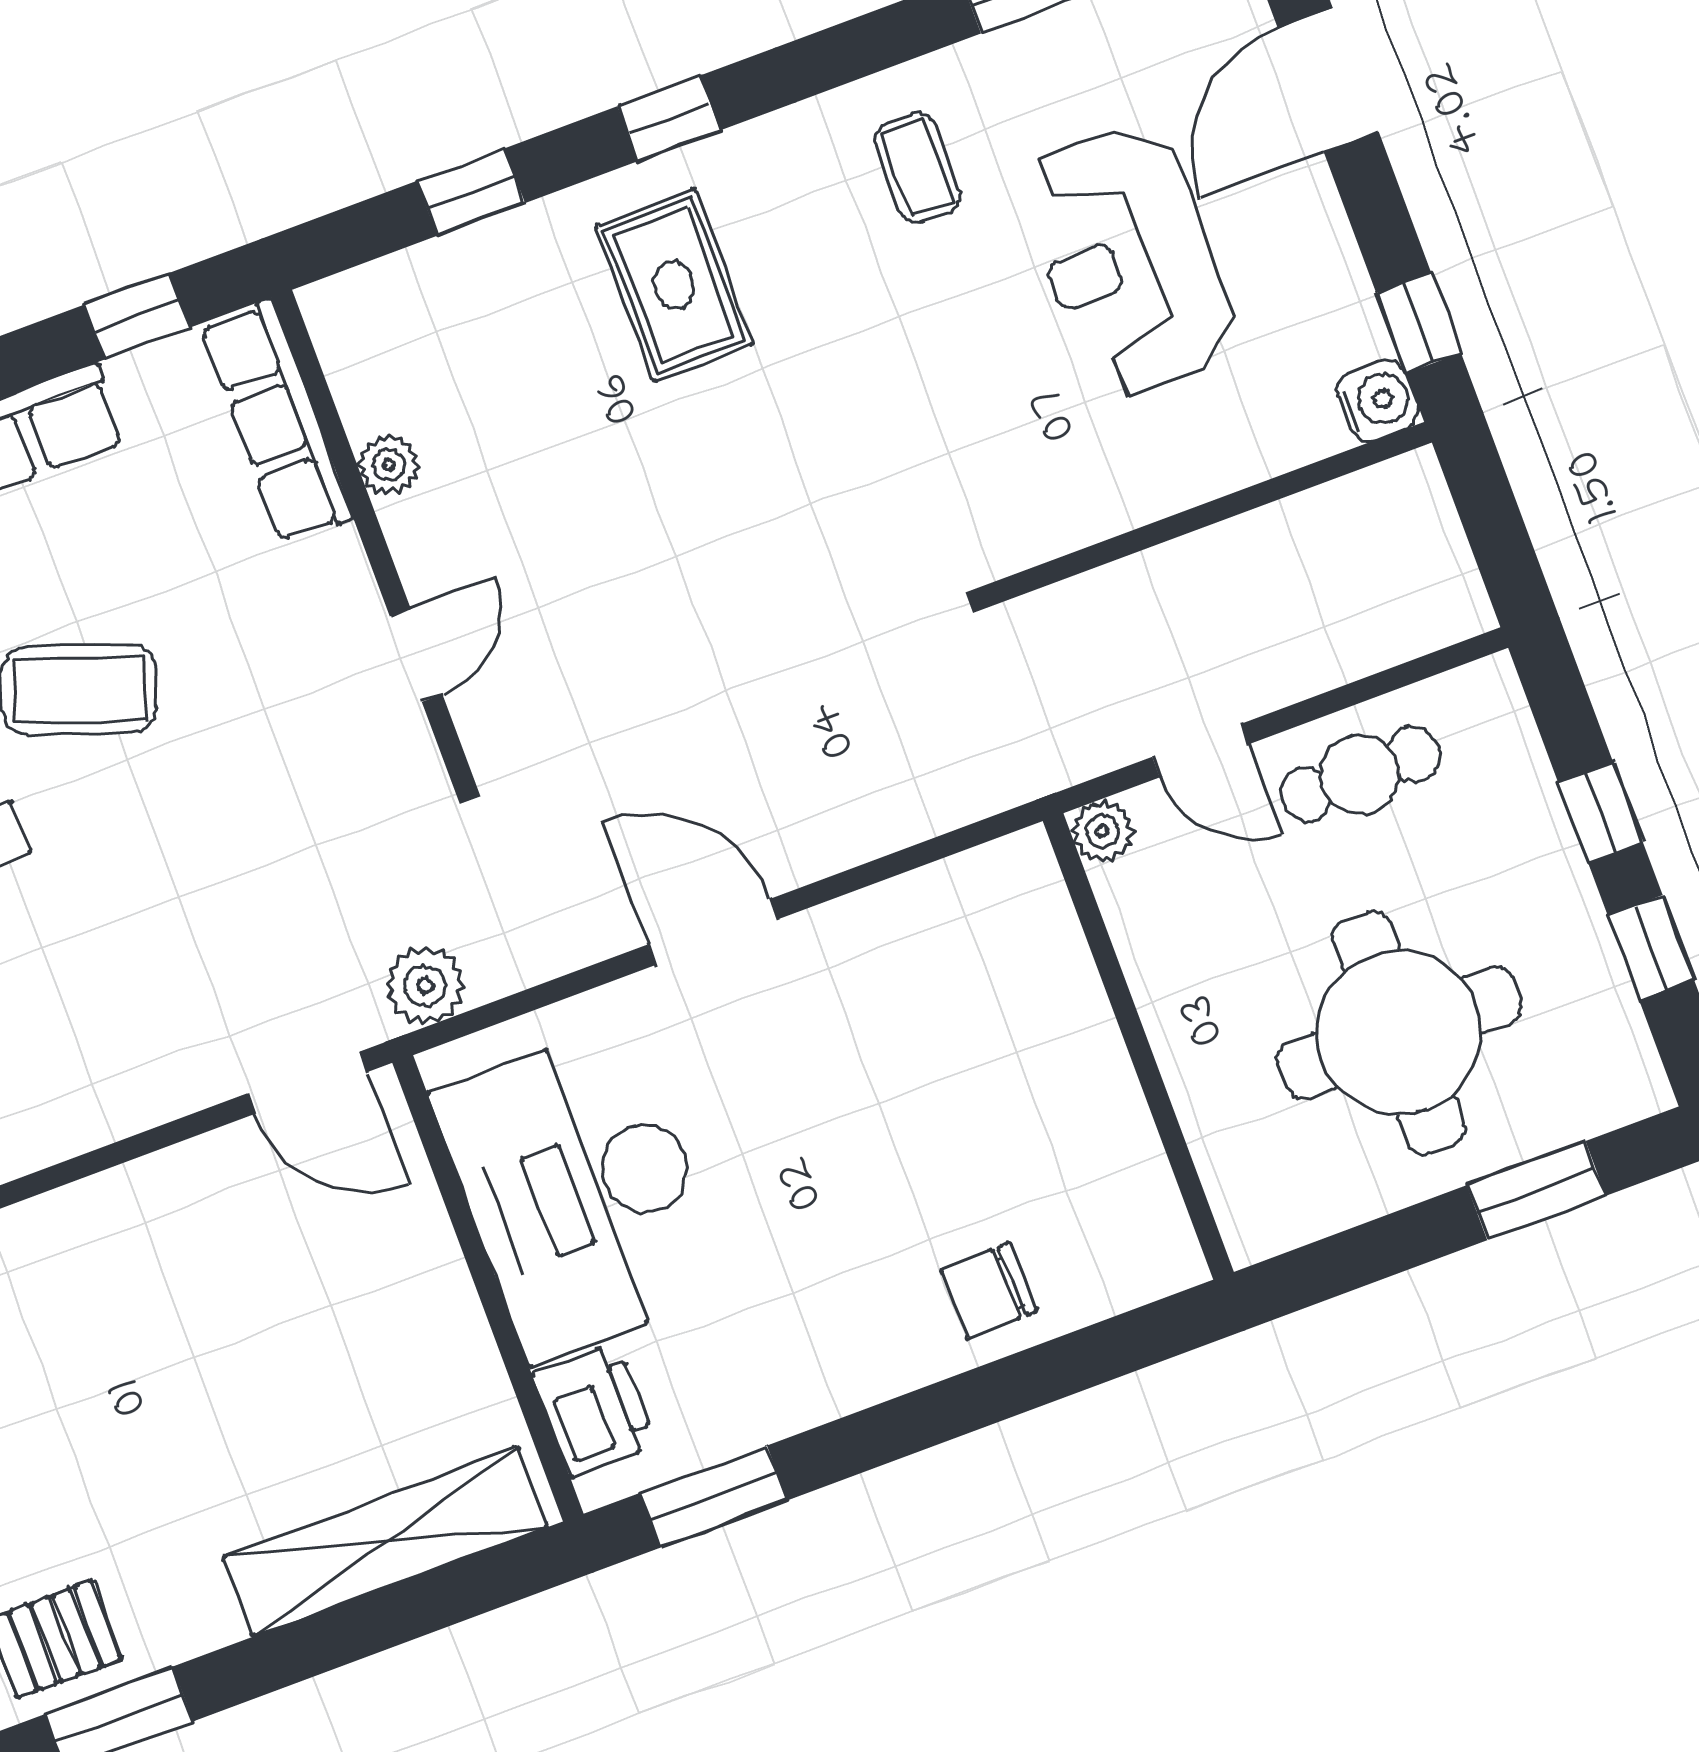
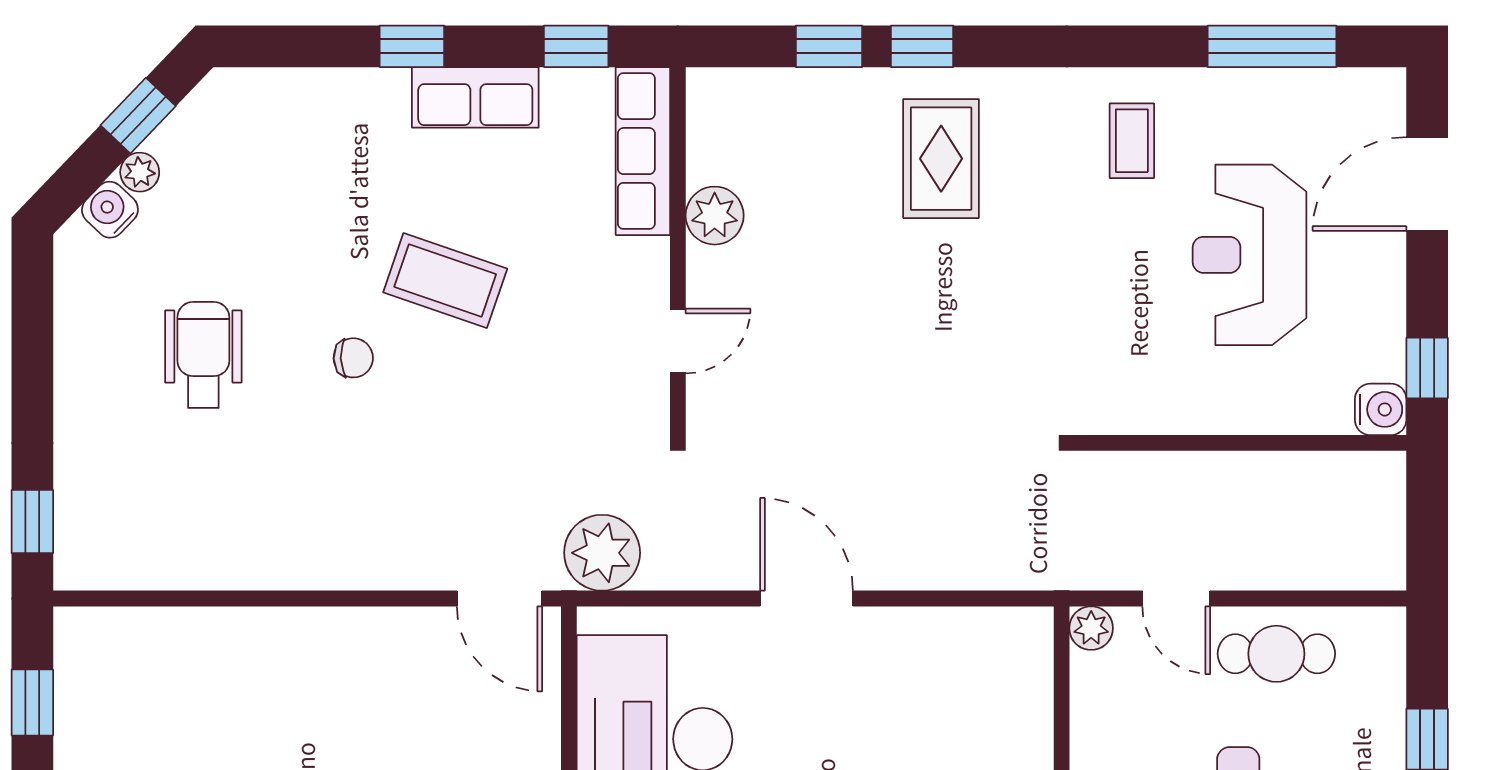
window: (669, 118) -> (922, 46), moved
plant: (389, 465) -> (715, 216), width x1.38, depth x1.38
plant: (425, 985) -> (602, 553), width x1.36, depth x1.36

